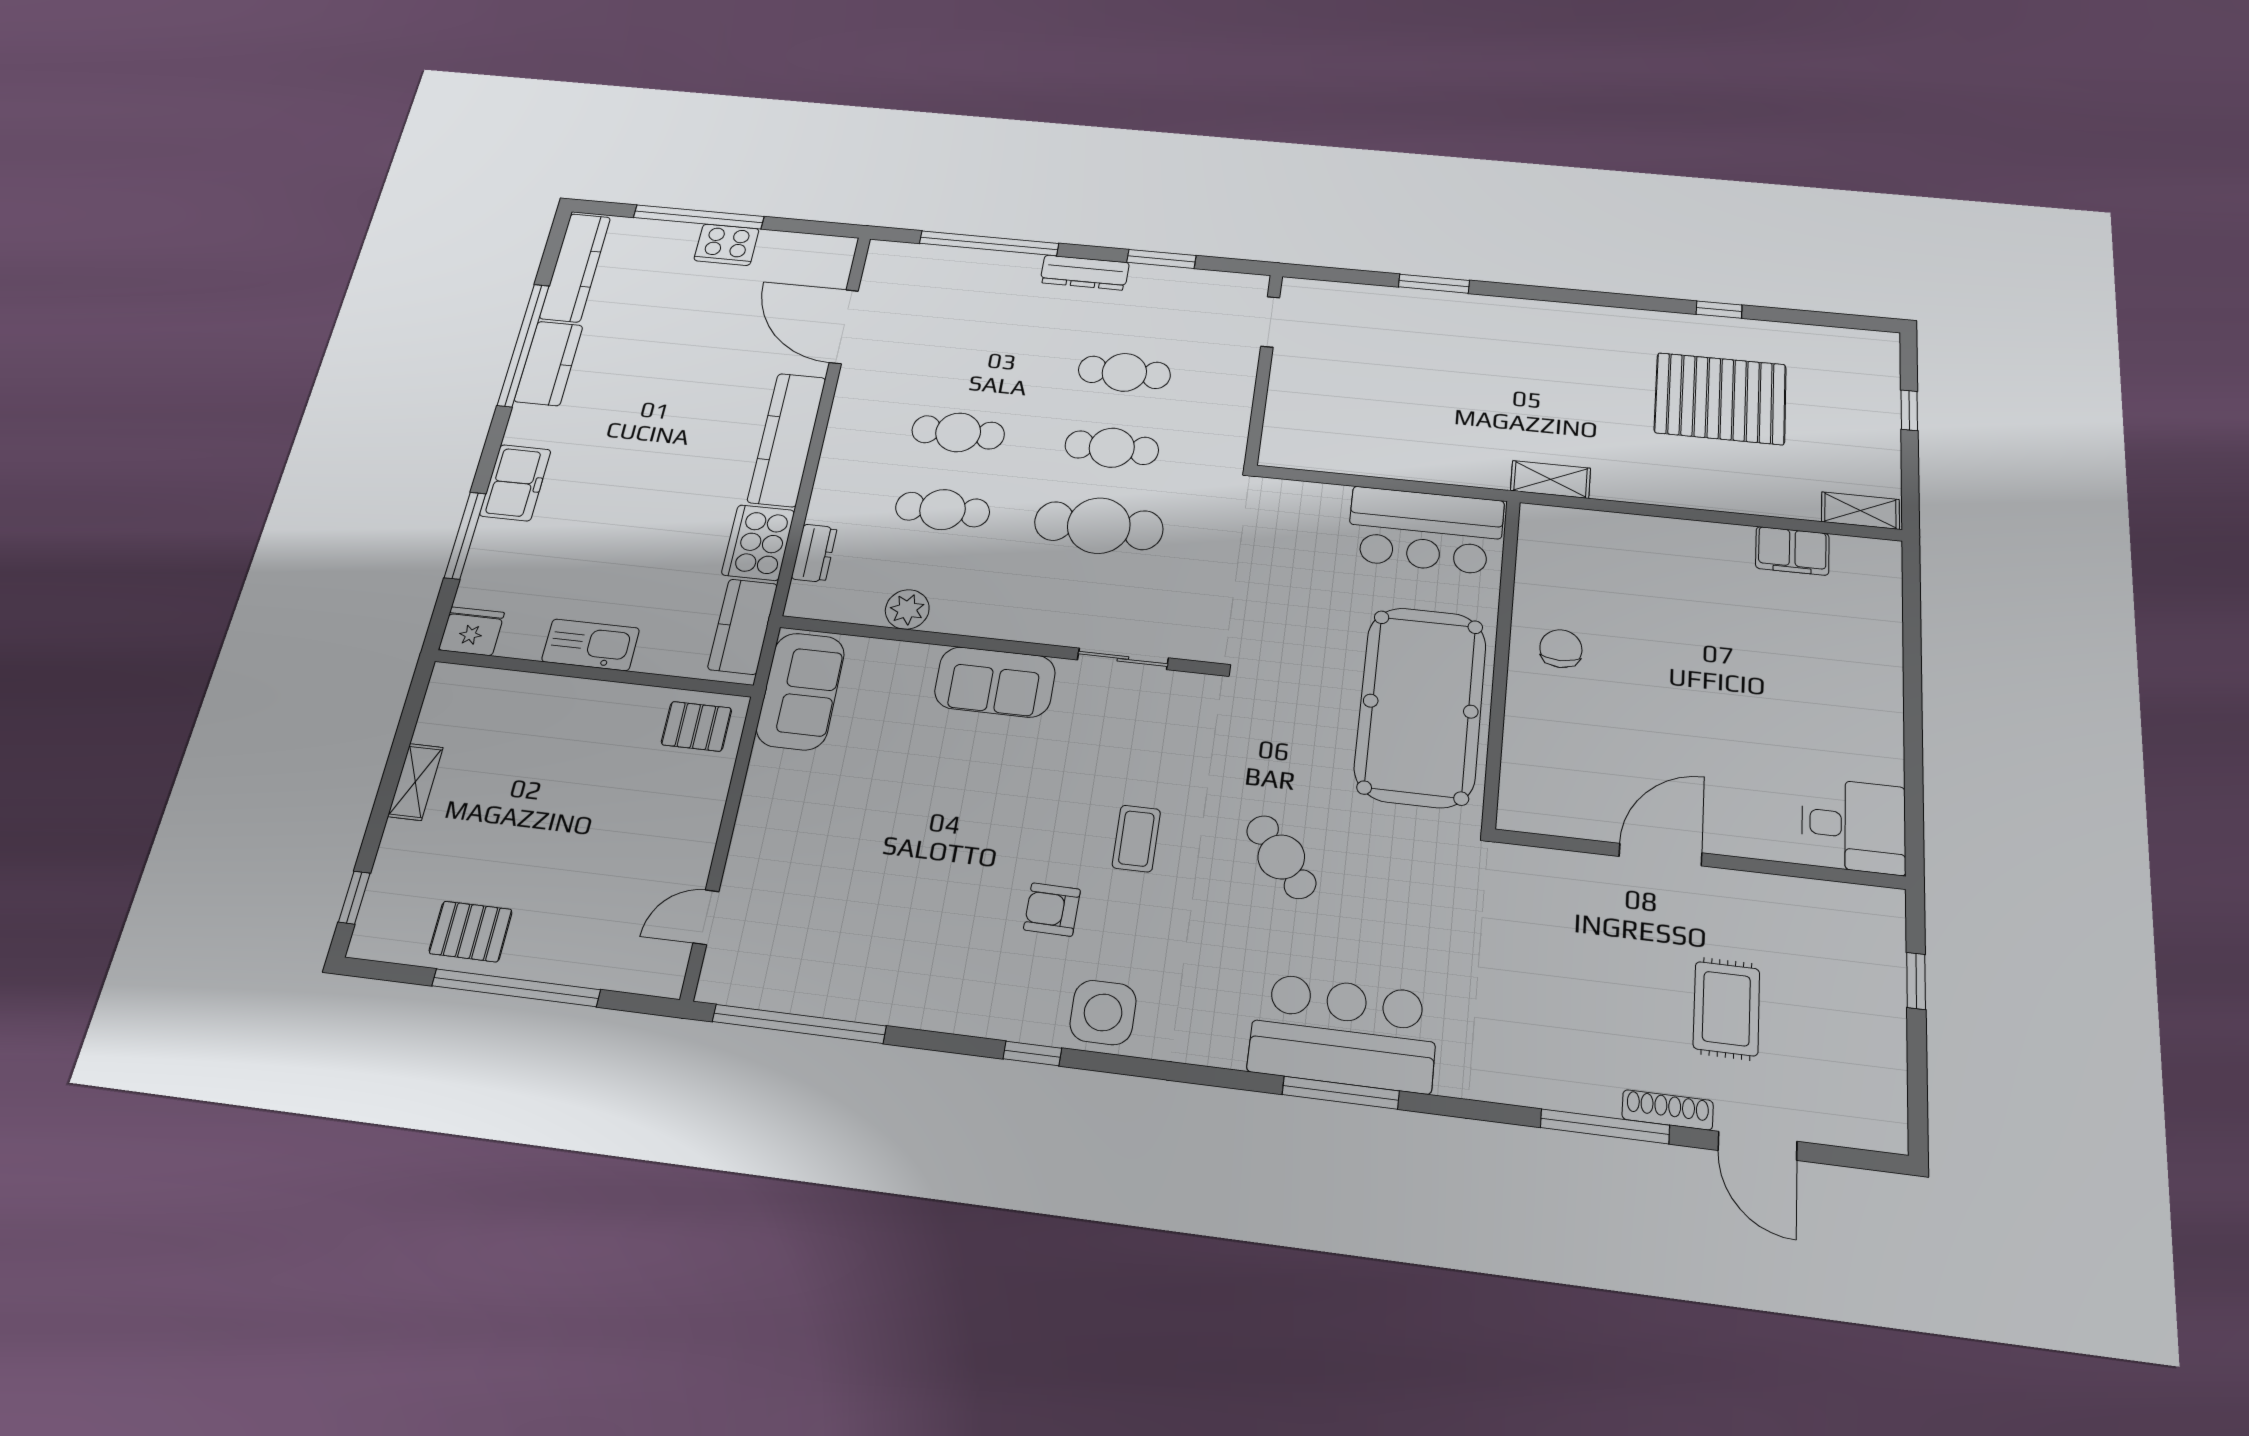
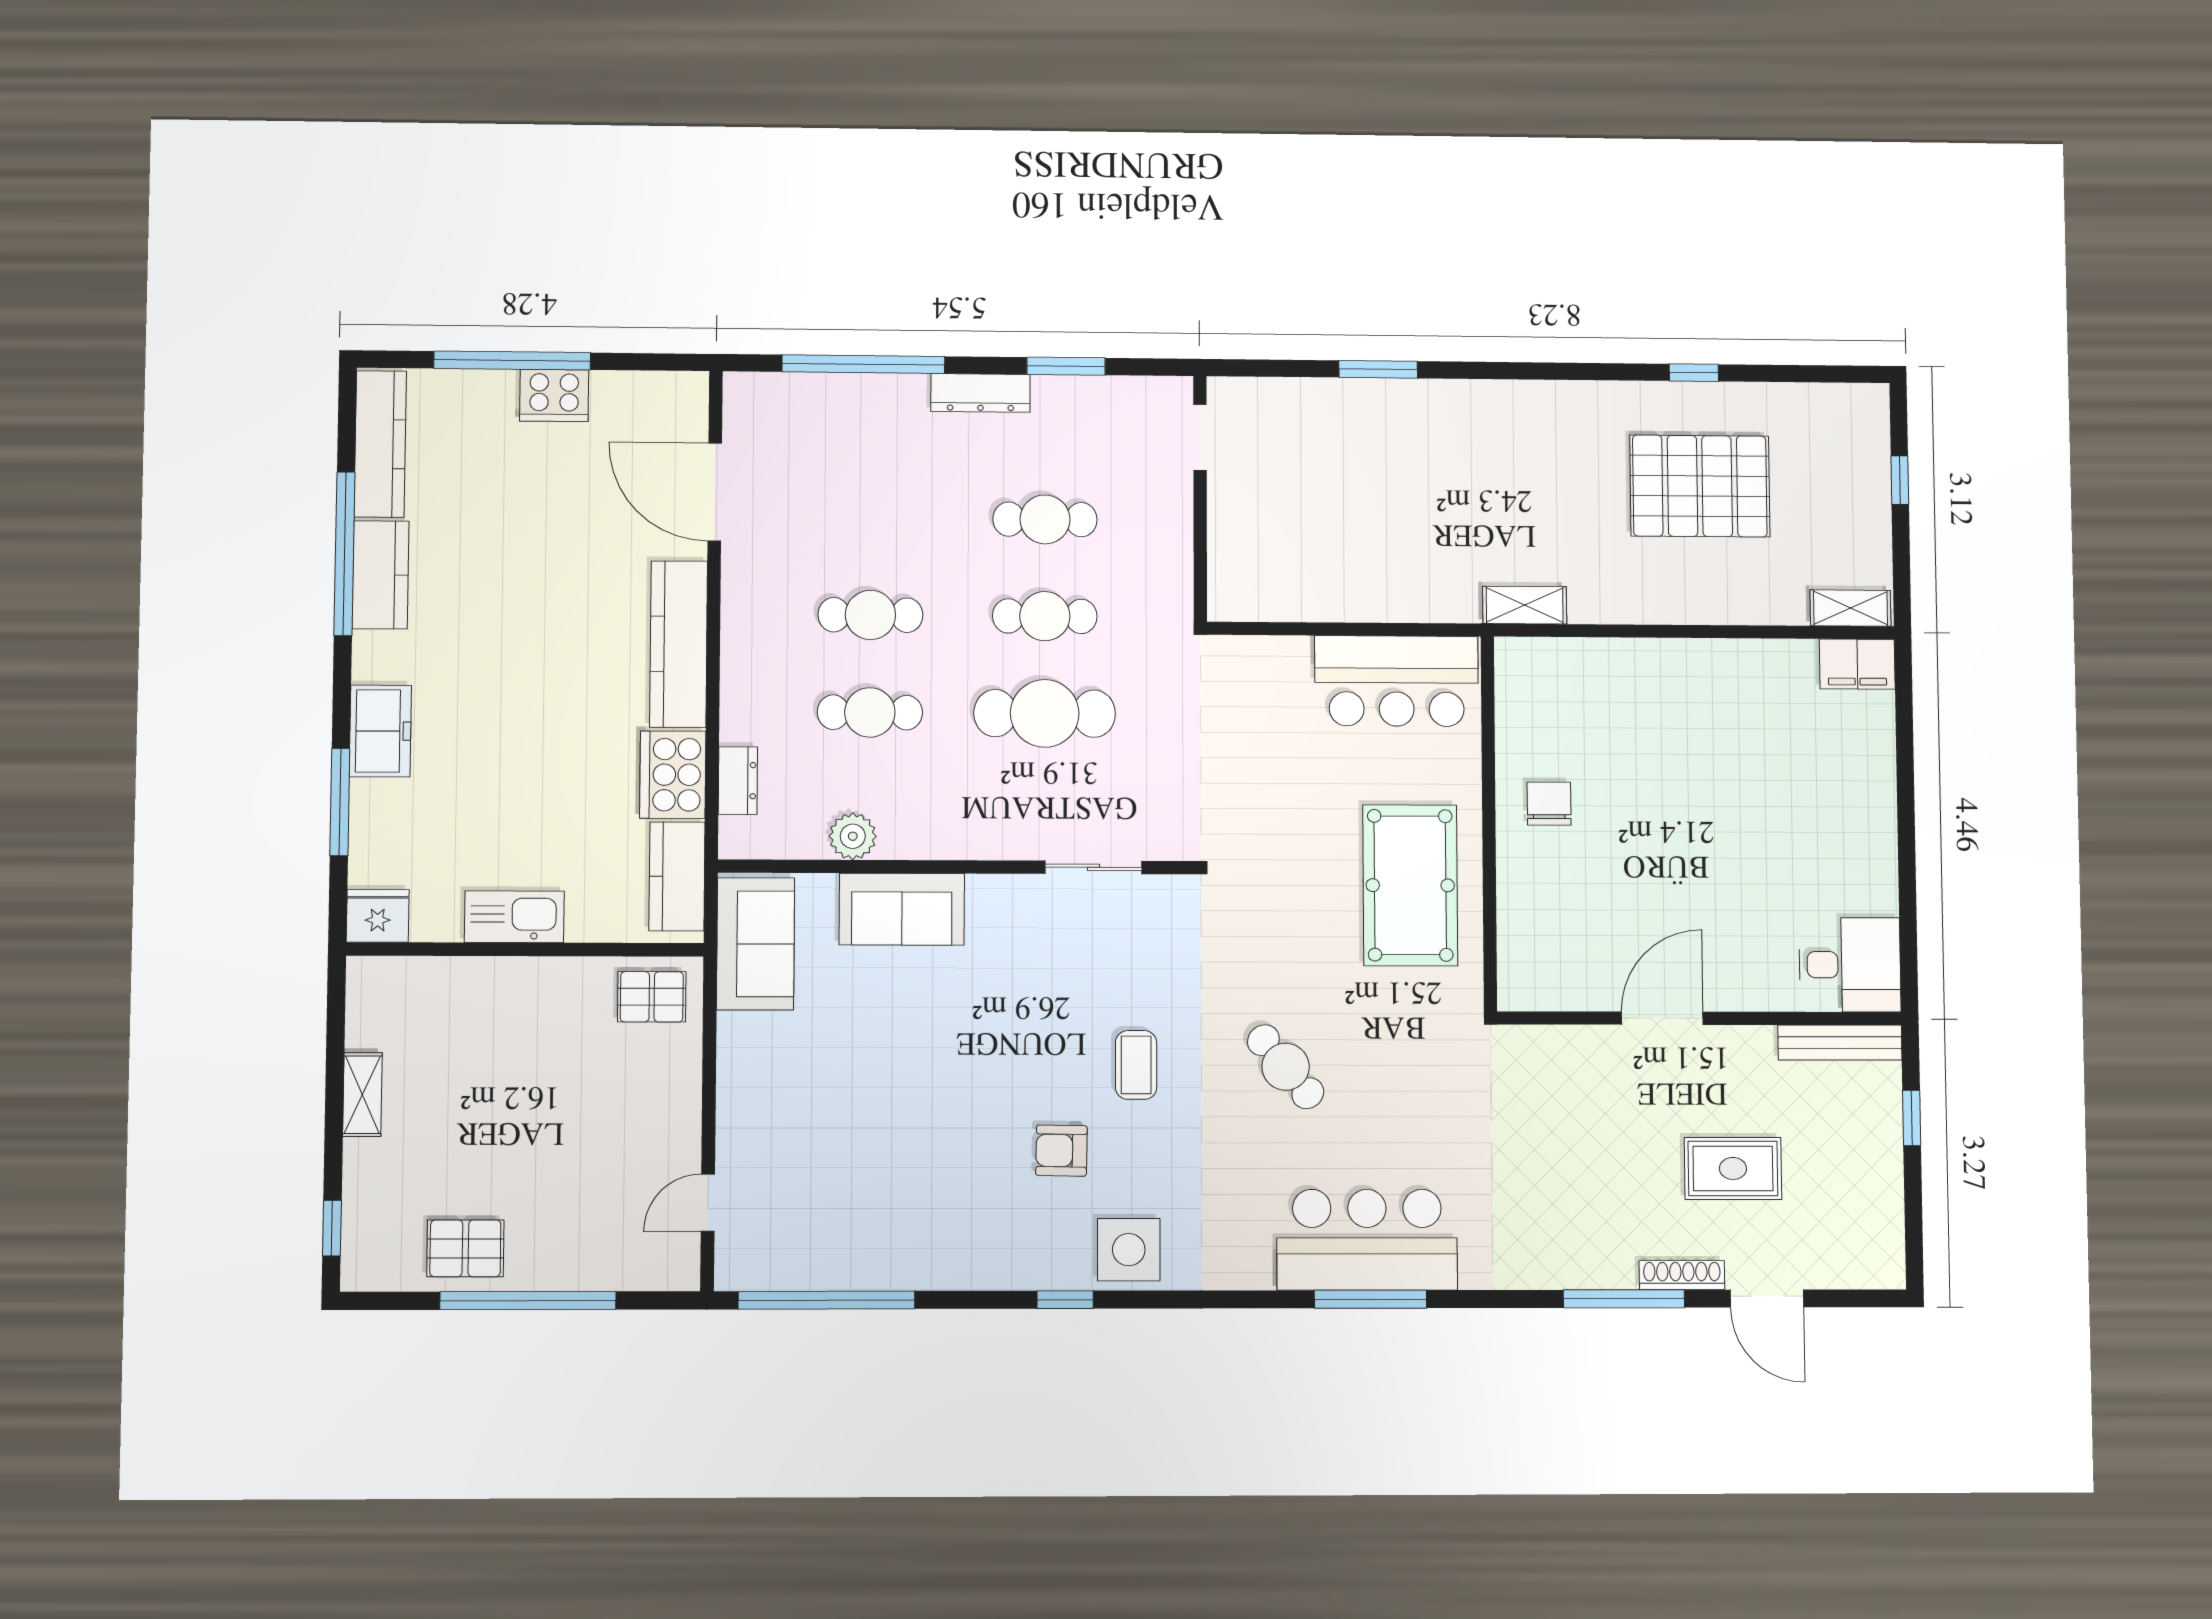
filing cabinet: (1792, 551) -> (1857, 664), moved
sofa: (995, 682) -> (902, 909), moved
pool table: (1421, 706) -> (1410, 885), width x0.73, depth x0.76
bench: (1842, 899) -> (1840, 1043), added
rug: (1726, 1009) -> (1733, 1168), turned 90

